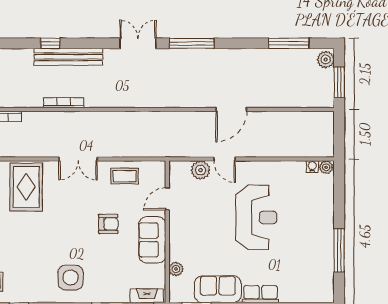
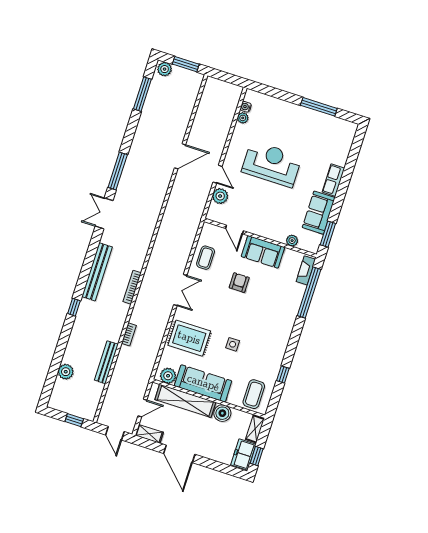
window: (50, 43) -> (74, 307), moved
door: (231, 109) -> (180, 156), hinge flipped
door: (225, 159) -> (217, 174), hinge flipped
plant: (326, 167) -> (243, 118), moved
side table: (71, 278) -> (233, 344), moved, width x0.54, depth x0.54

